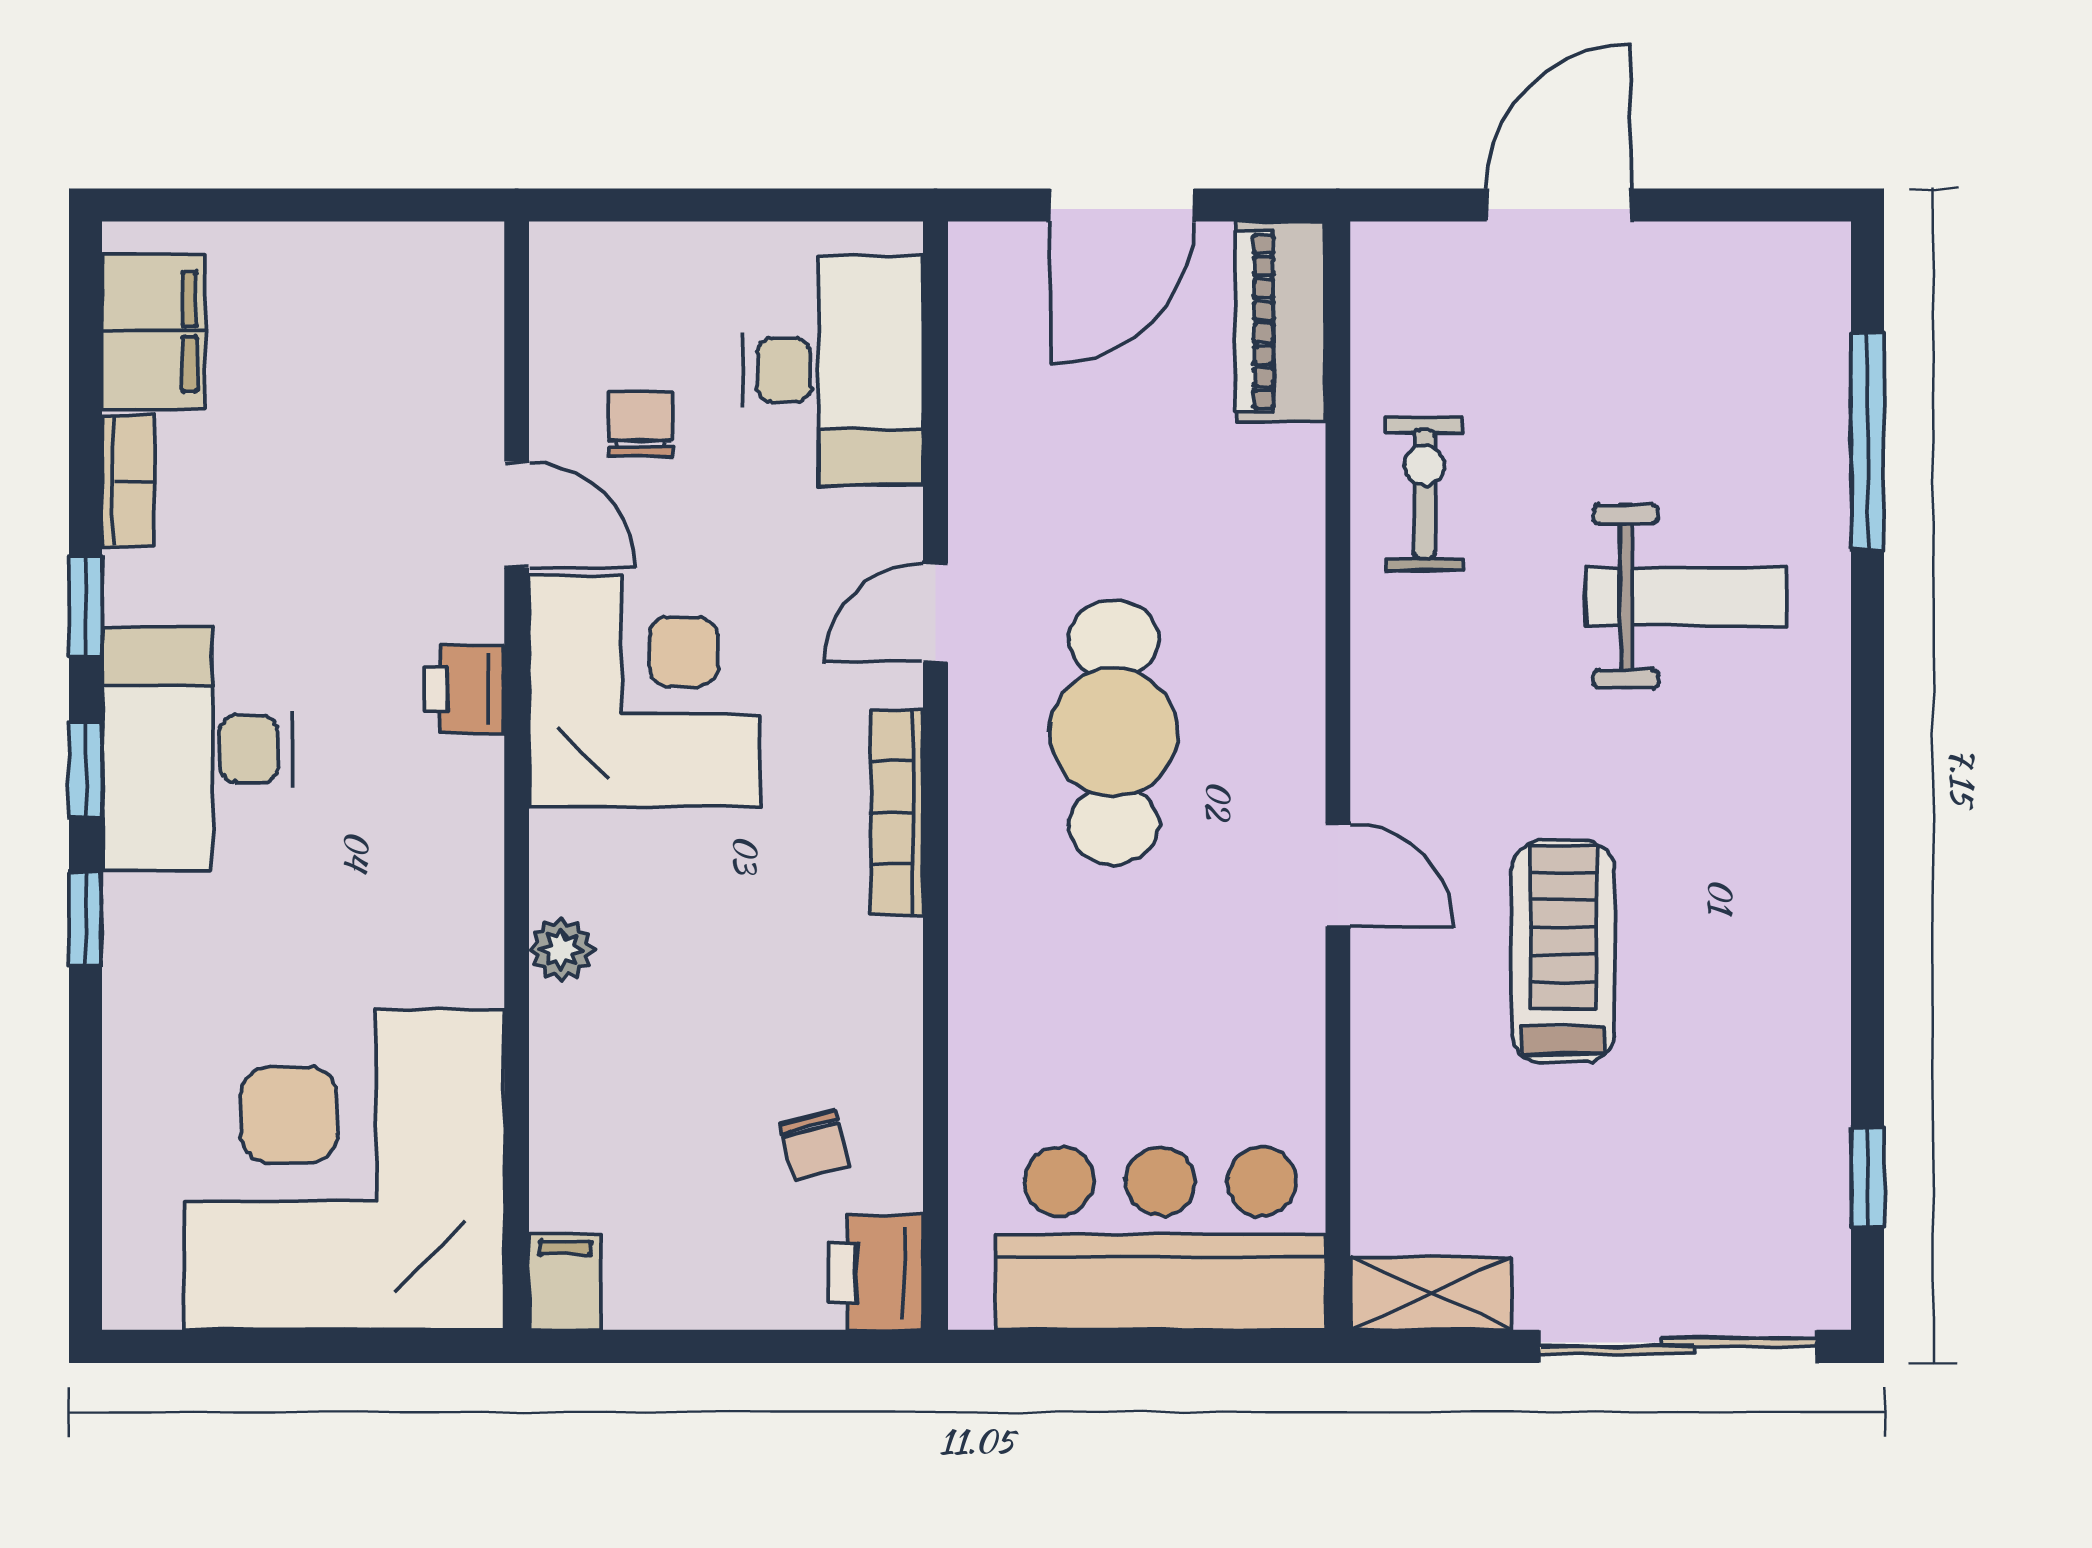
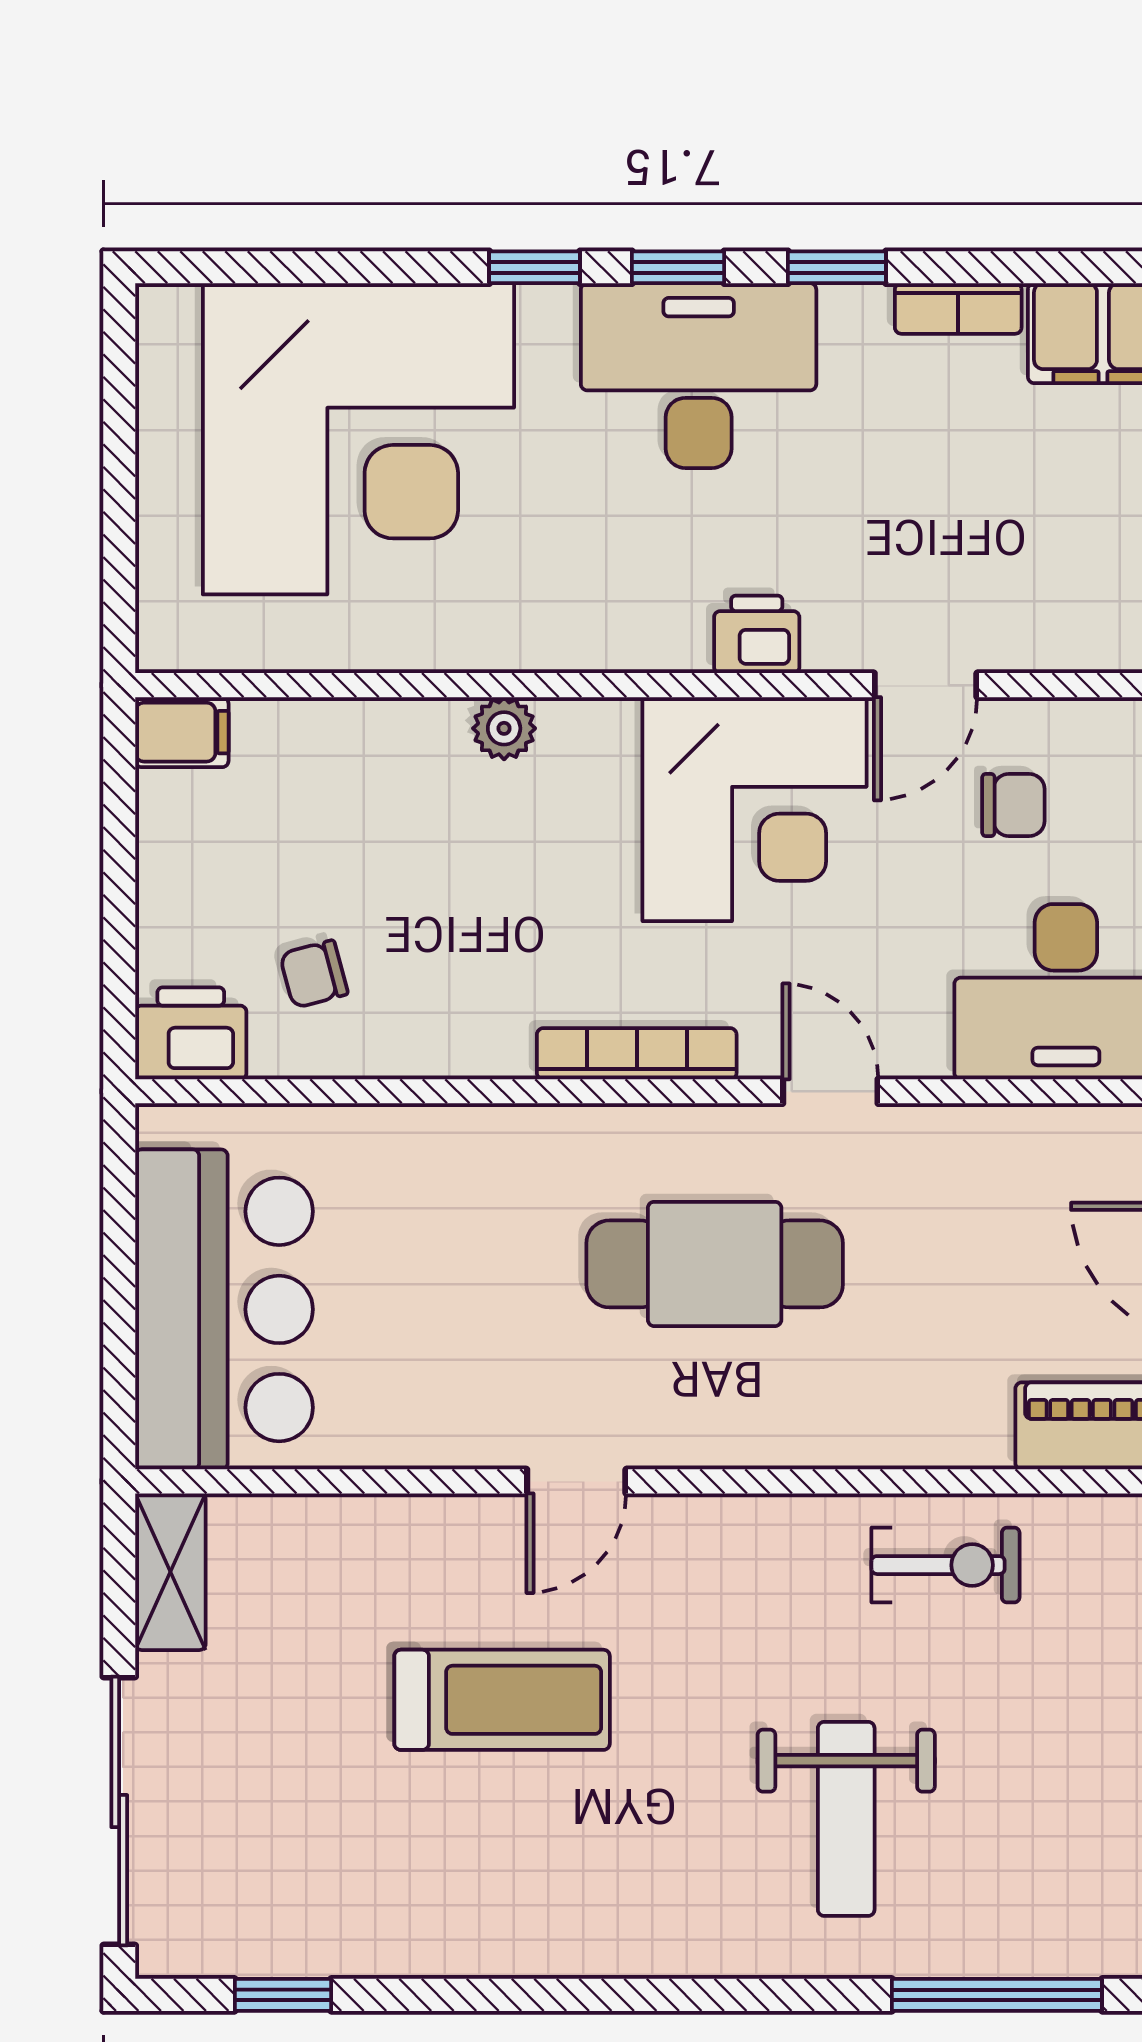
corner desk: (344, 1169) -> (358, 439), moved, turned 90

